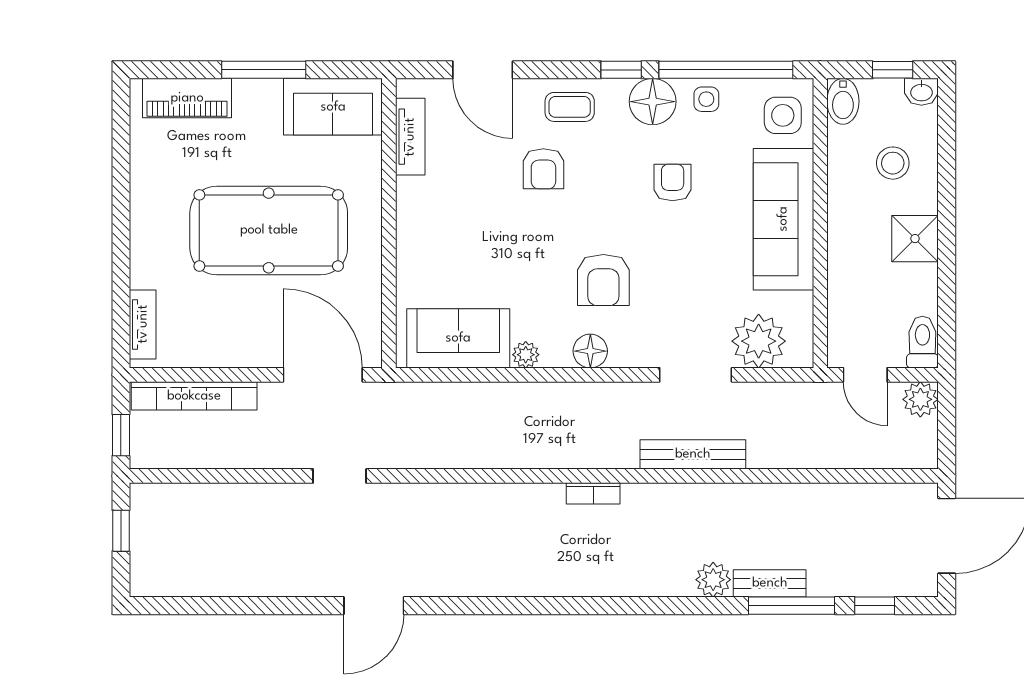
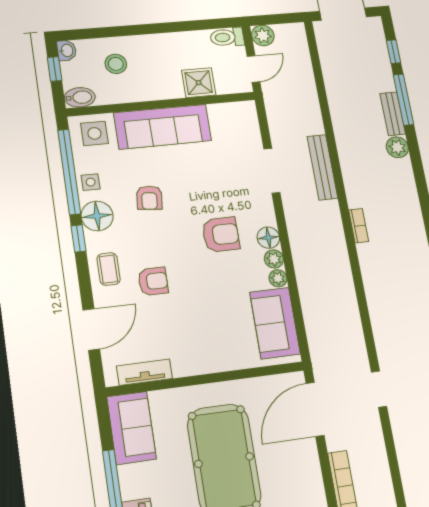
armchair: (673, 182) -> (149, 198), turned -84
shower: (915, 239) -> (199, 83), moved
plant: (759, 341) -> (274, 259), moved, width x0.53, depth x0.53

